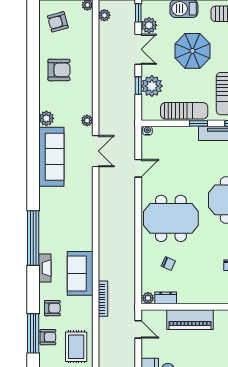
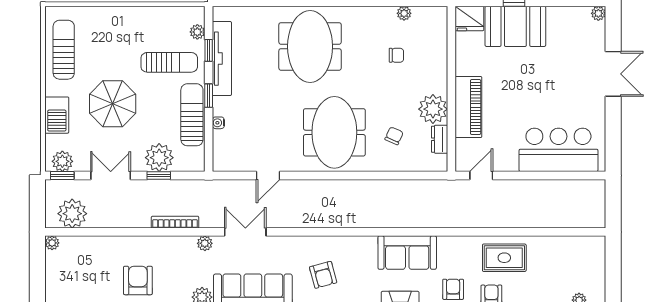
plant: (104, 15) -> (72, 214), width x1.87, depth x1.87
armchair: (58, 22) -> (323, 275), moved
plant: (149, 25) -> (62, 161), moved
water cooler: (147, 131) -> (218, 123), moved
door: (138, 168) -> (268, 175), swing flipped
plant: (148, 298) -> (433, 109), moved, width x1.87, depth x1.87
bookcase: (103, 299) -> (175, 222), moved

